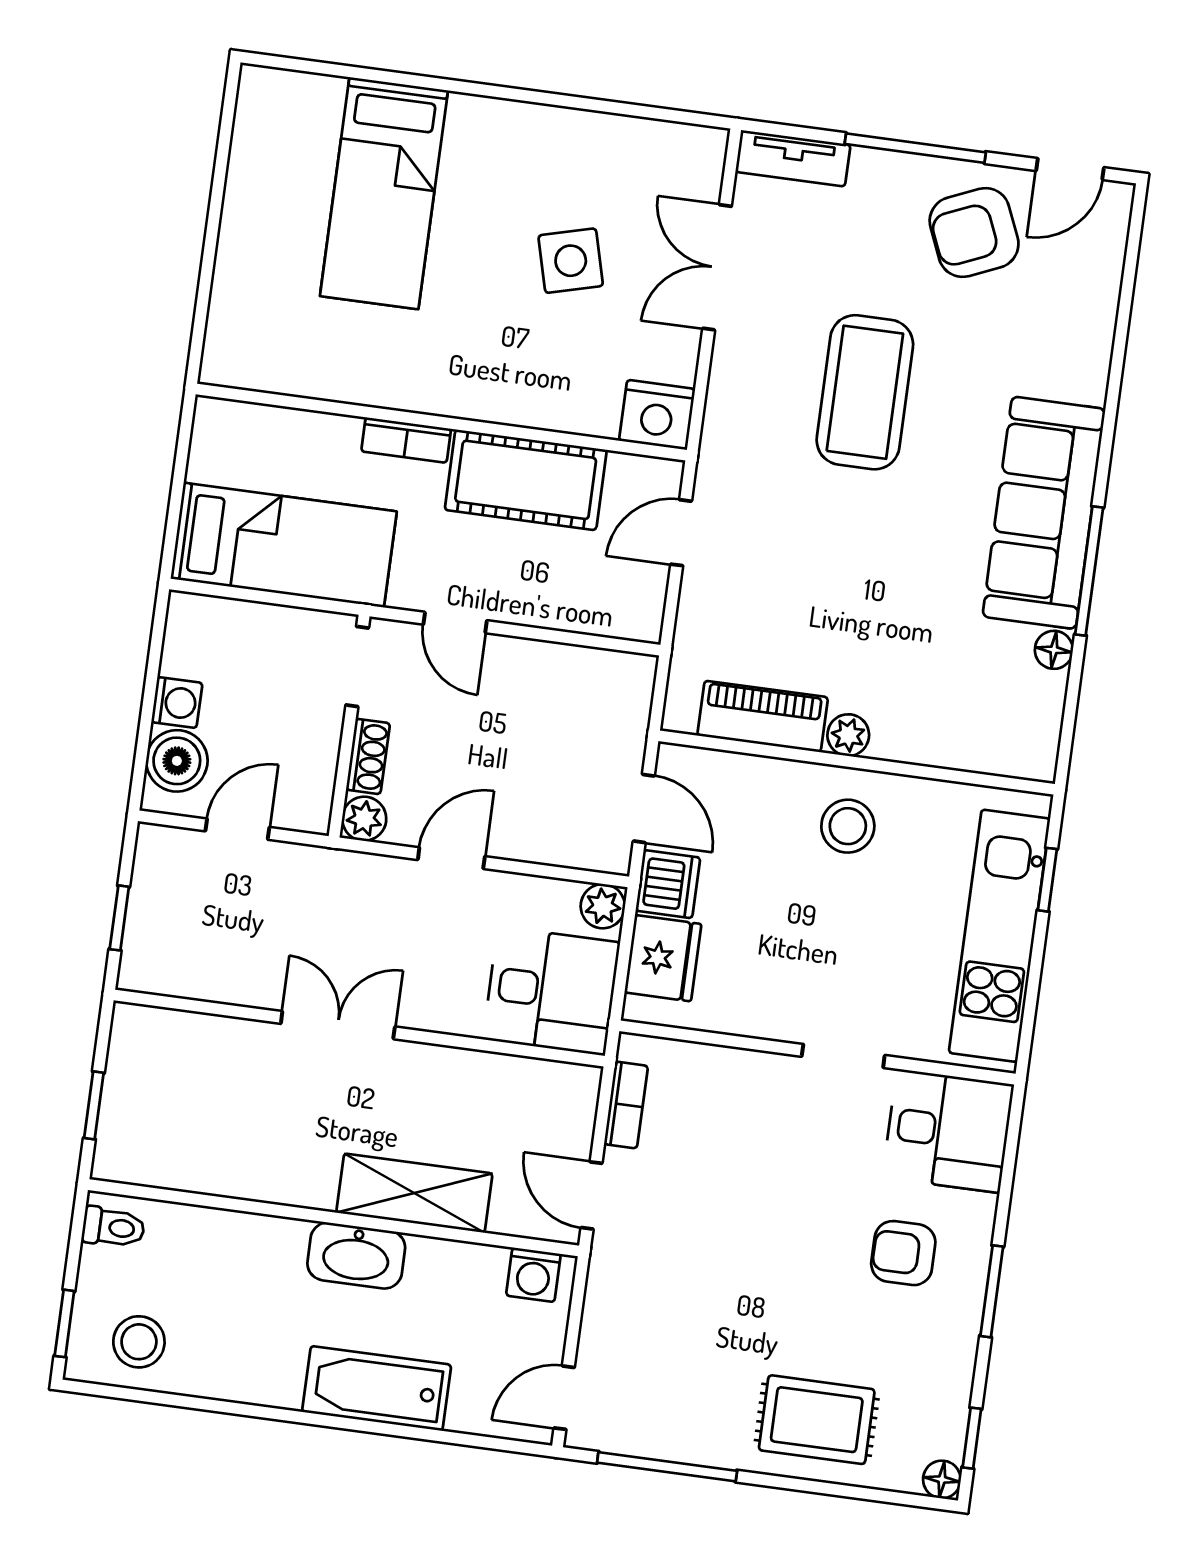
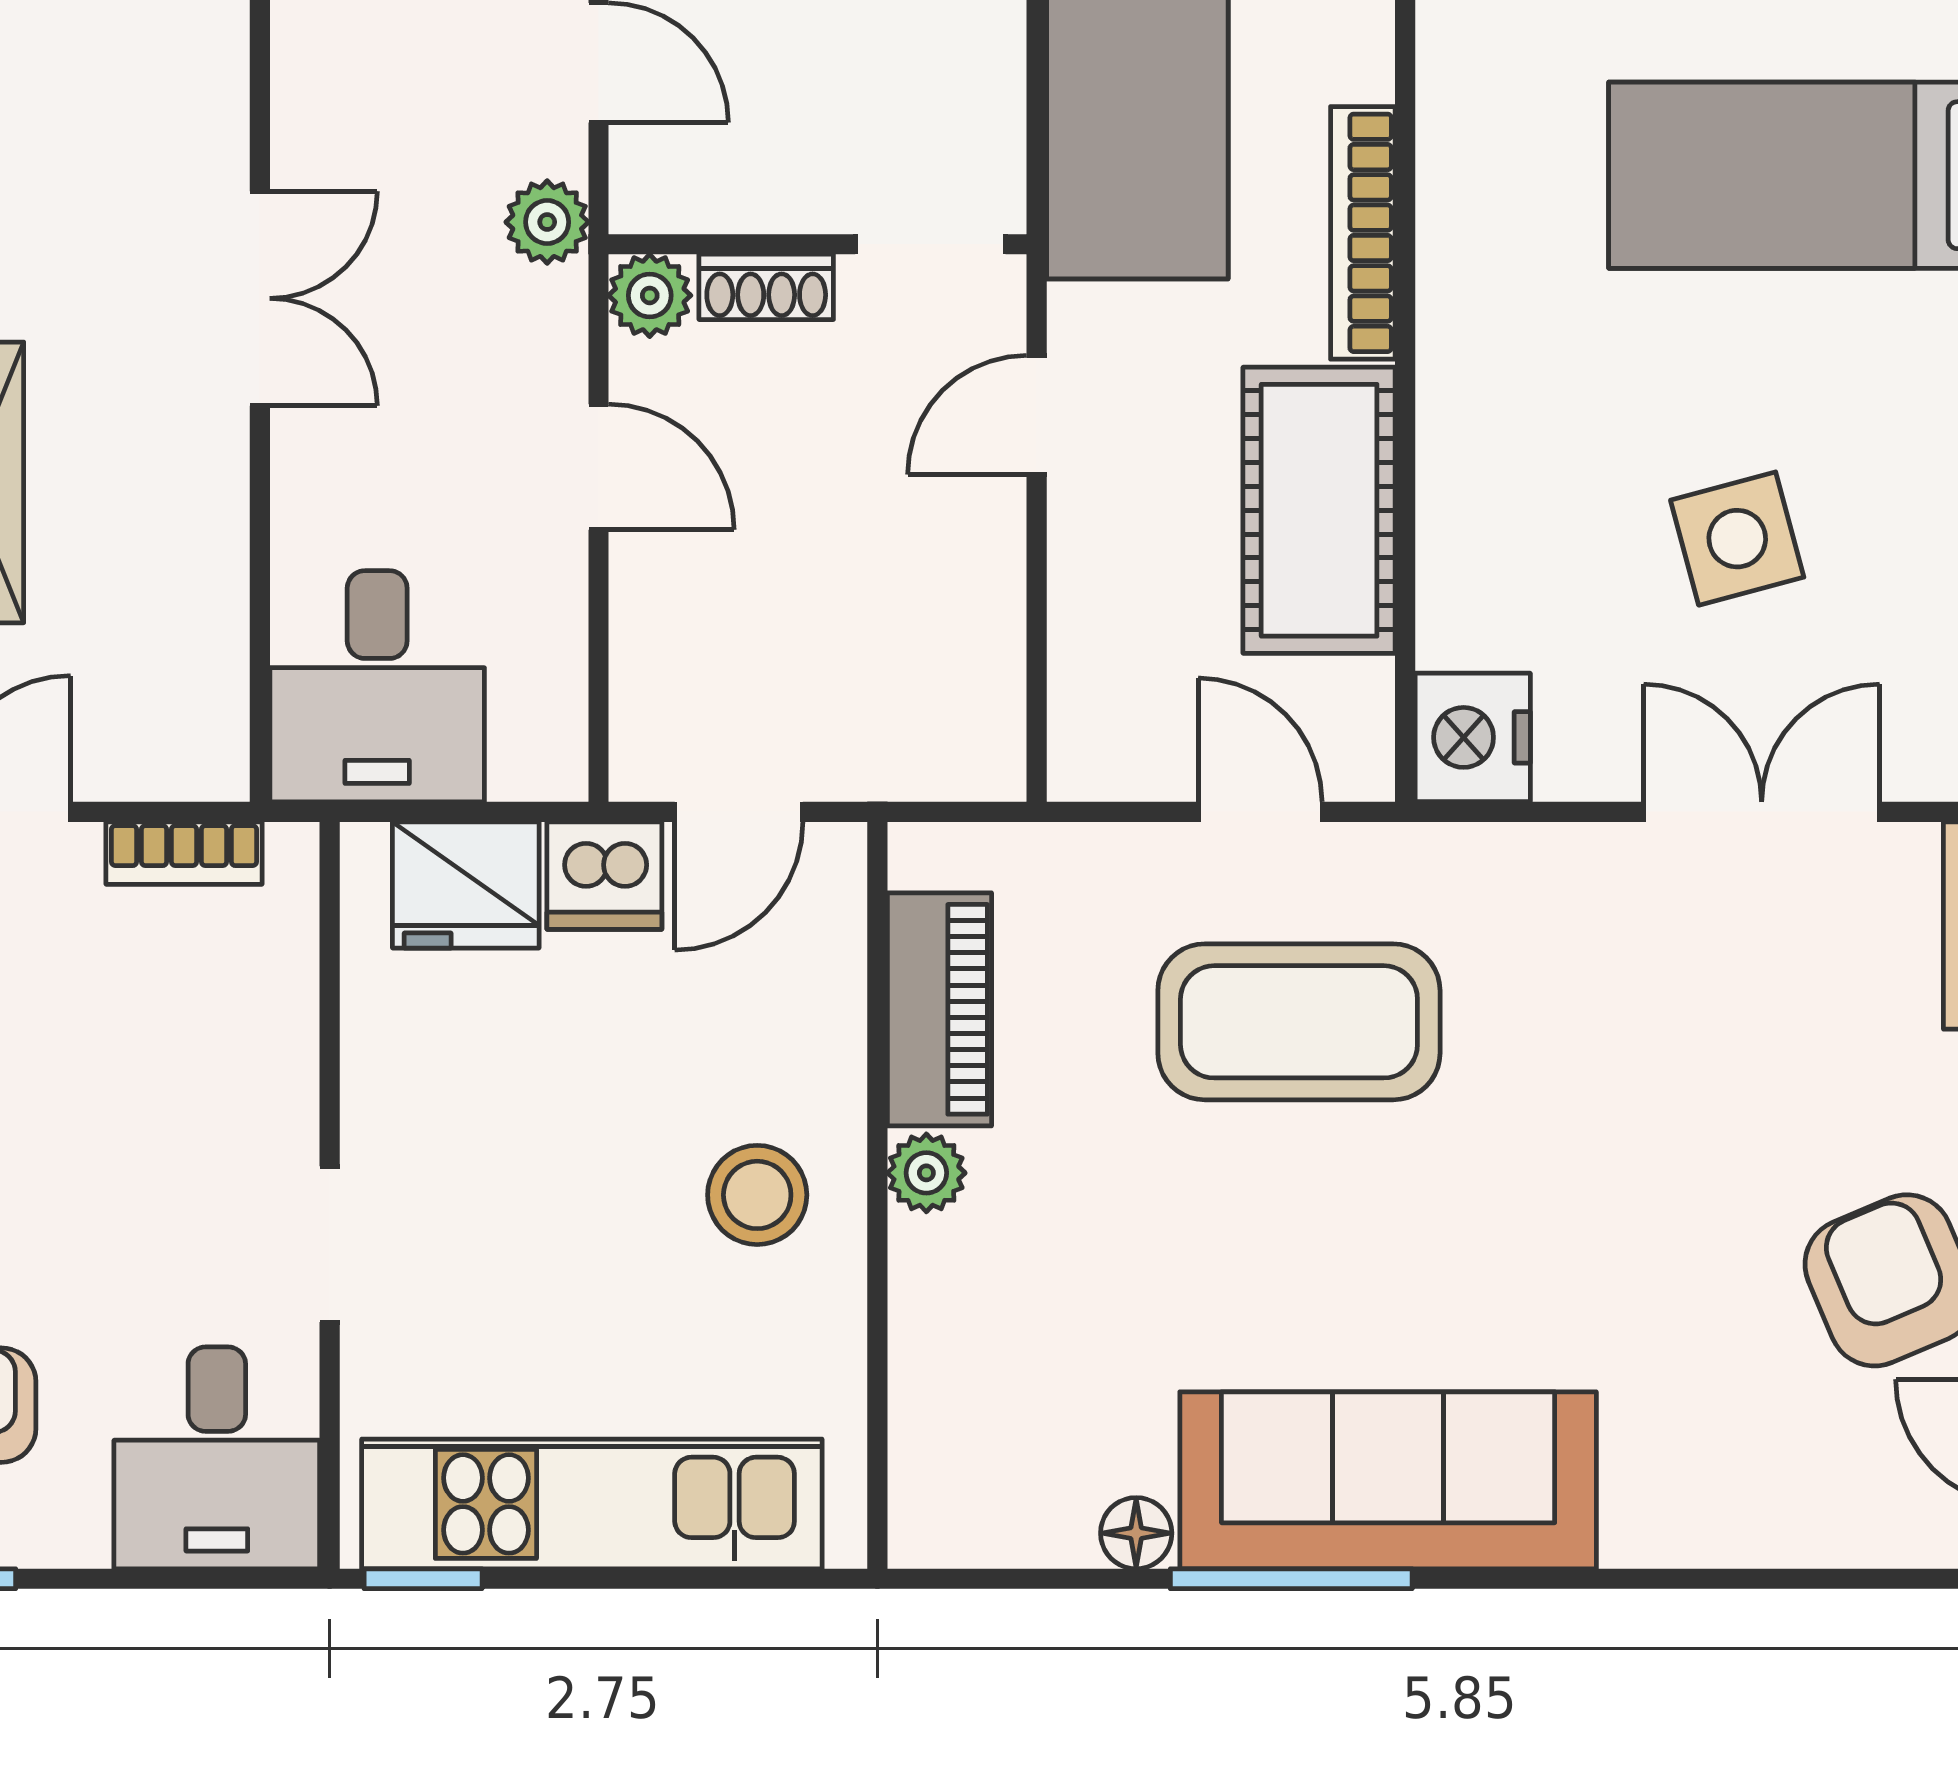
coffee table: (865, 392) -> (1299, 1022), moved
bookcase: (406, 440) -> (1363, 233), width x1.56
window: (1047, 880) -> (423, 1579), moved
plant: (603, 906) -> (547, 222), moved

